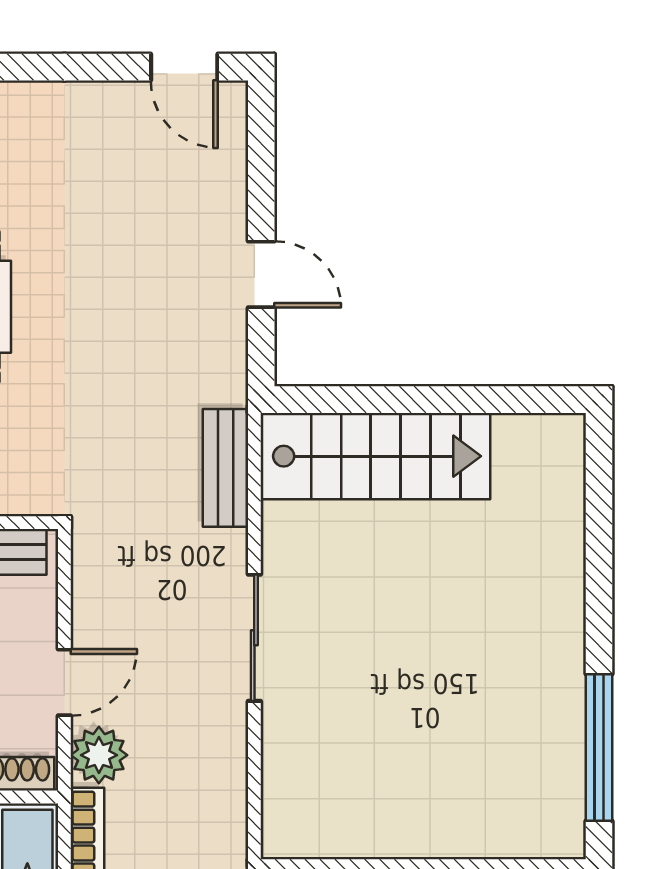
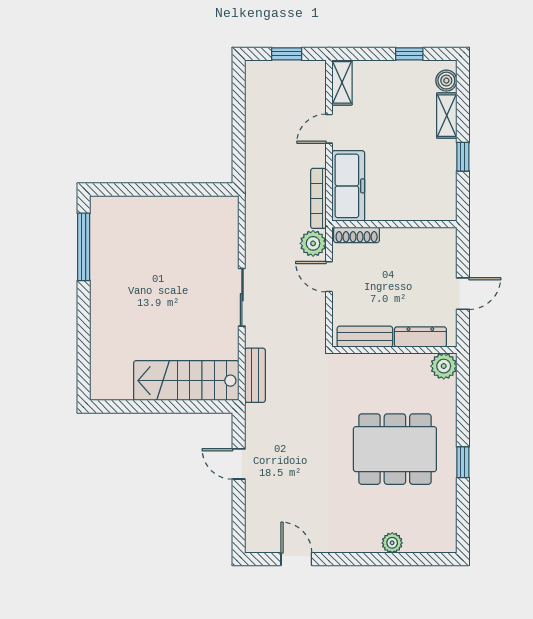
door: (184, 67) -> (296, 559), moved
door: (64, 682) -> (329, 277), hinge flipped

